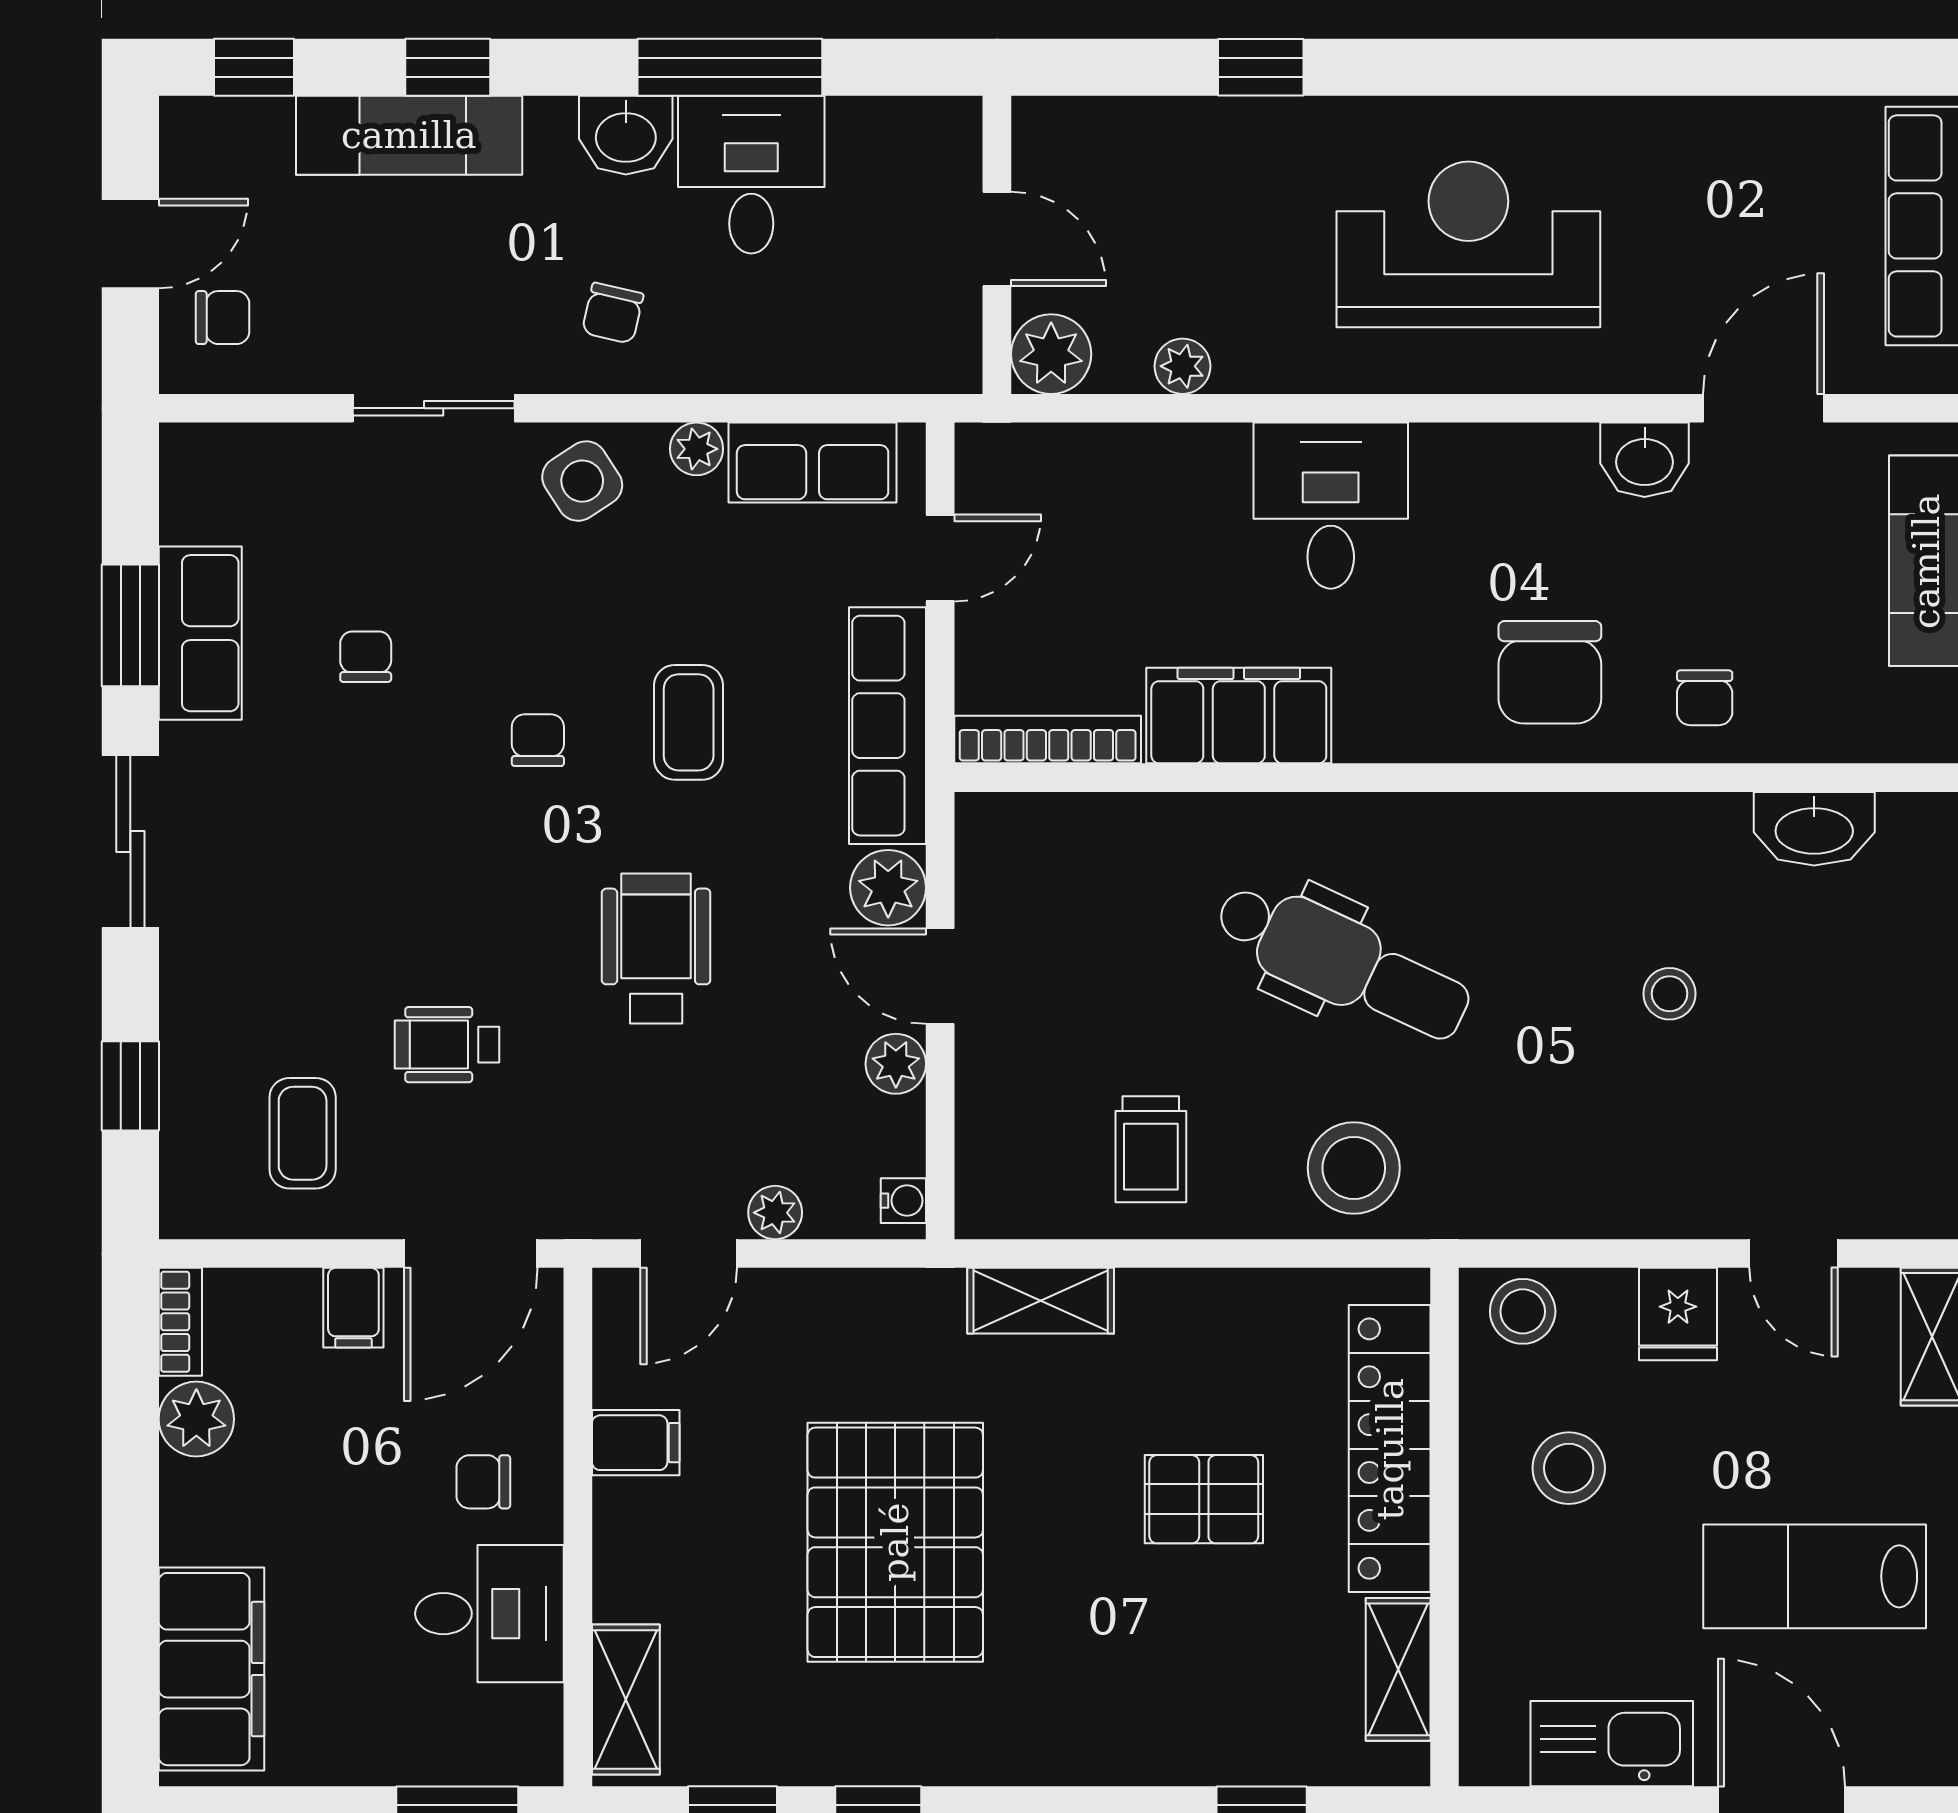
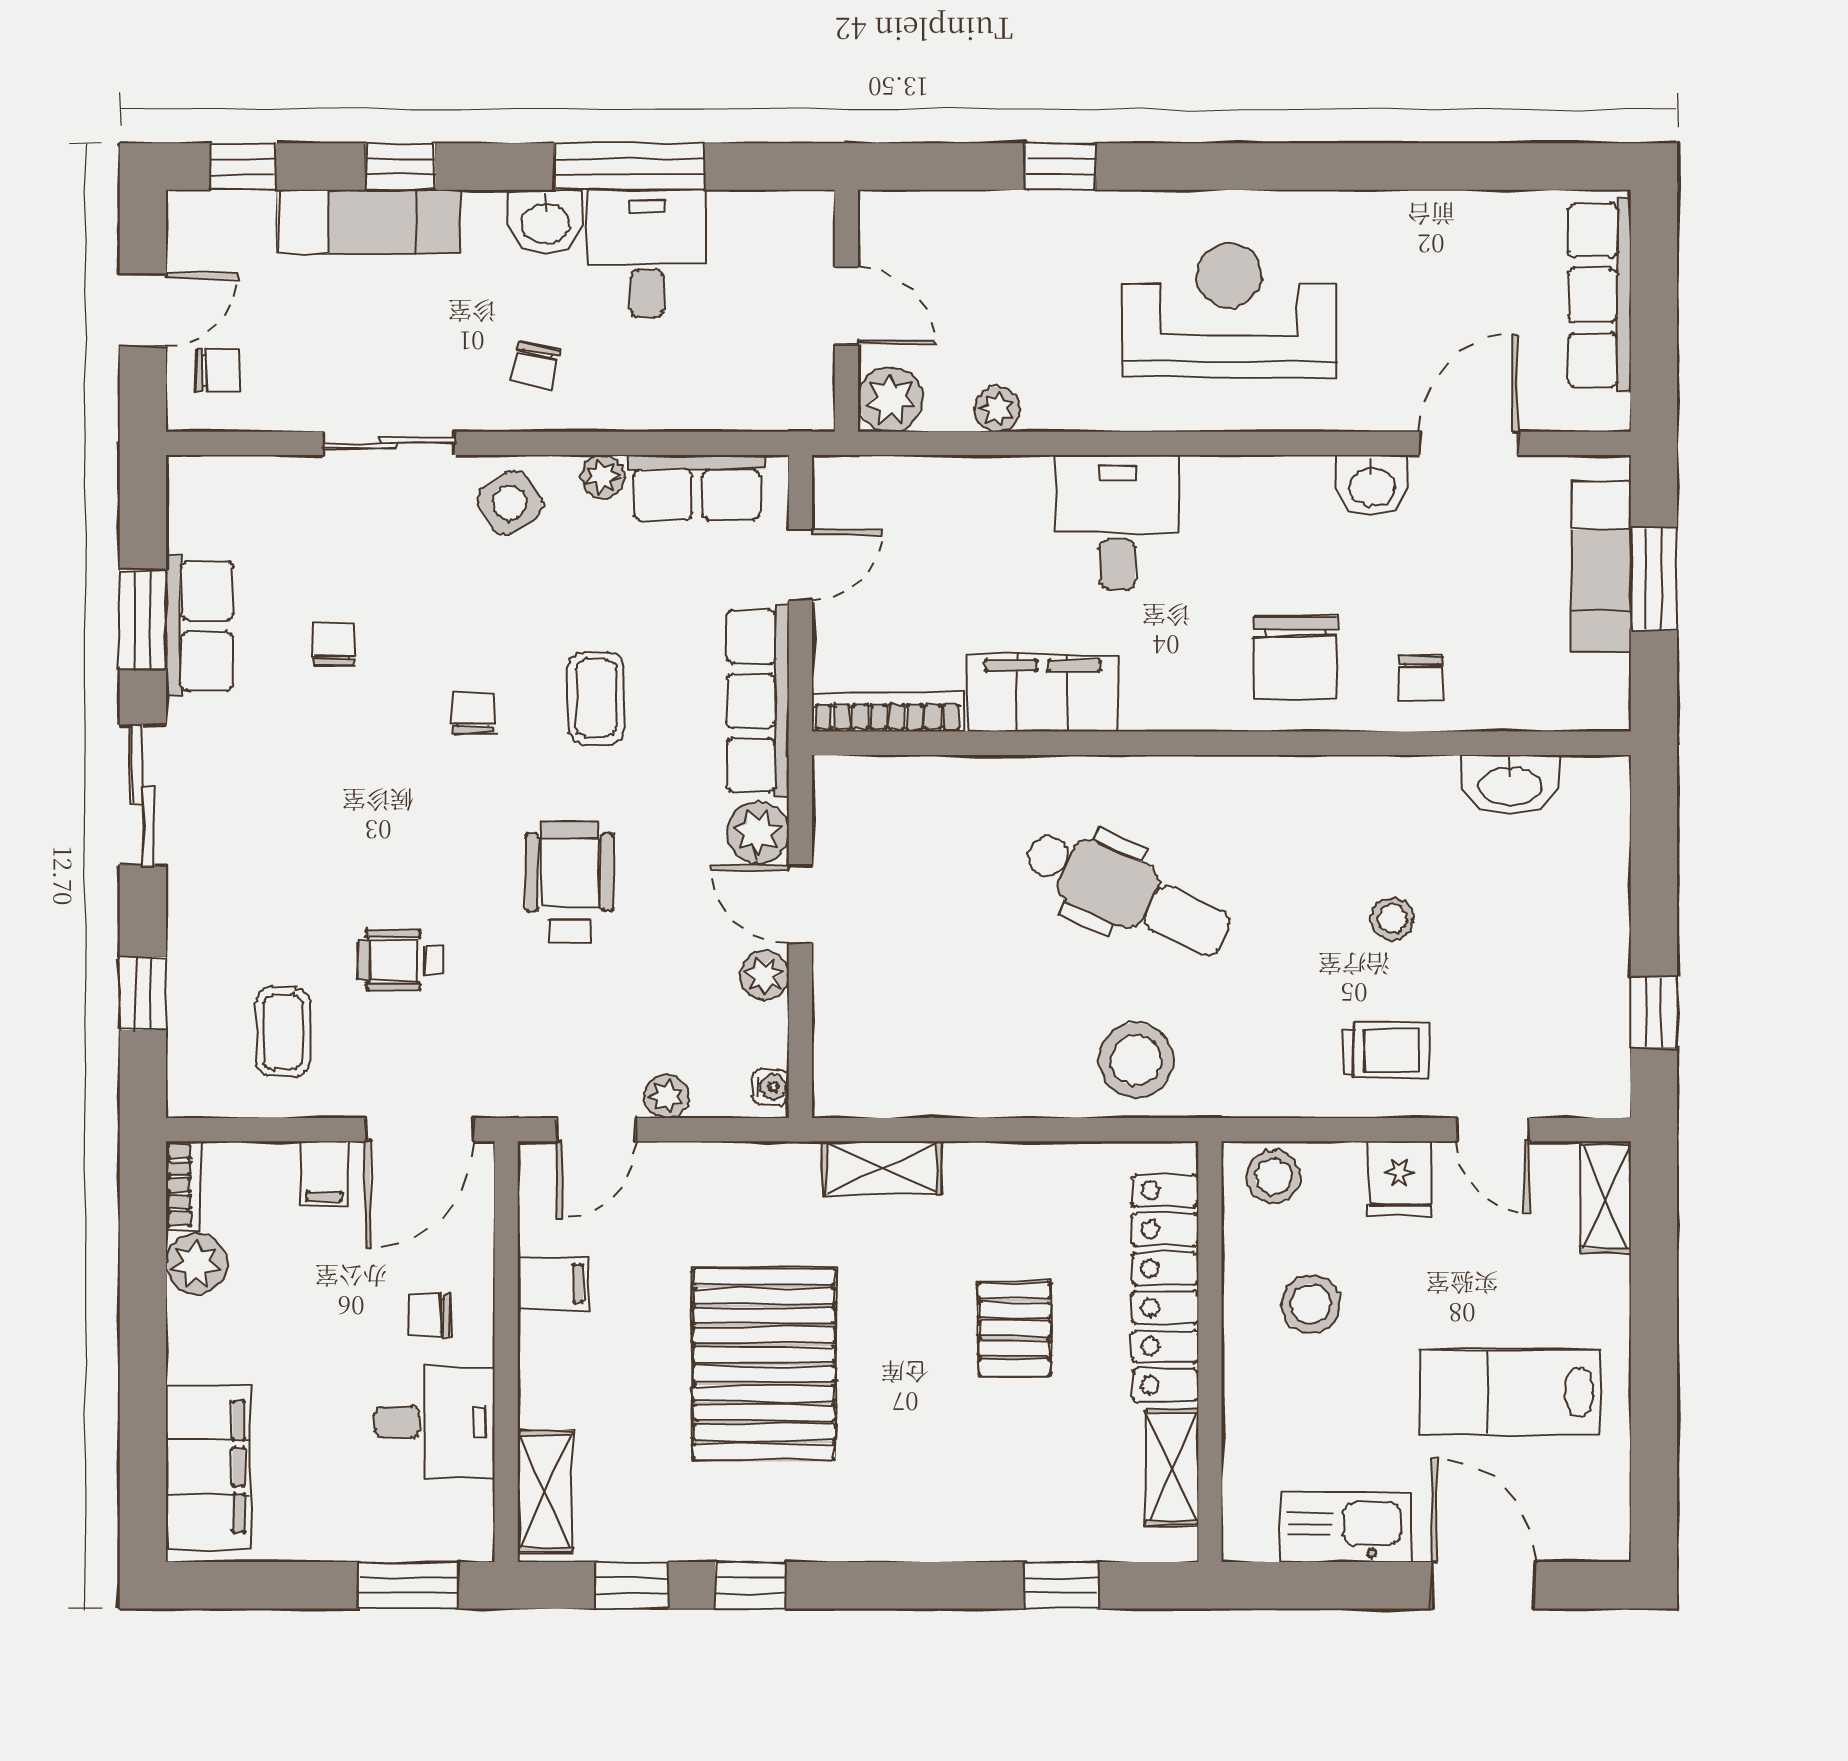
trolley: (1151, 1149) -> (1386, 1050), moved, turned -90
pallet: (1204, 1499) -> (1014, 1329), turned 90

